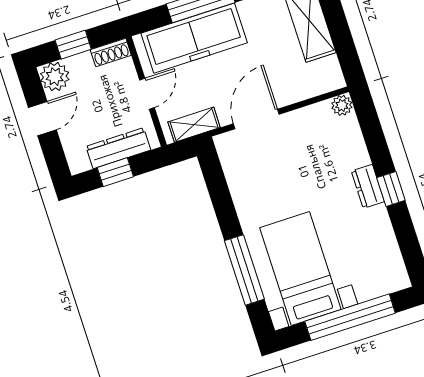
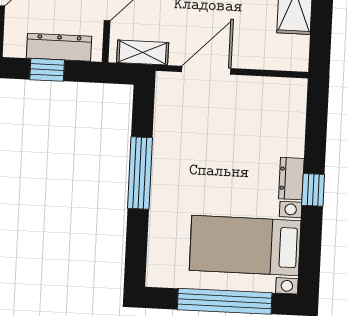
plant: (342, 105) -> (296, 89), removed
bed with nightstands: (300, 269) -> (245, 245), moved, turned -90
window: (244, 270) -> (140, 173), moved

